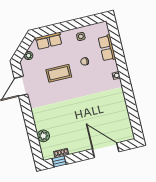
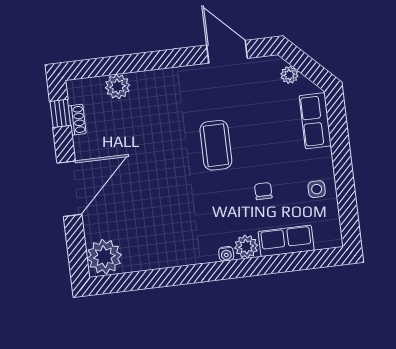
plant: (112, 67) -> (246, 247), added
coffee table: (59, 73) -> (216, 145), moved
plant: (124, 133) -> (104, 257), added
door: (106, 150) -> (69, 189), moved

